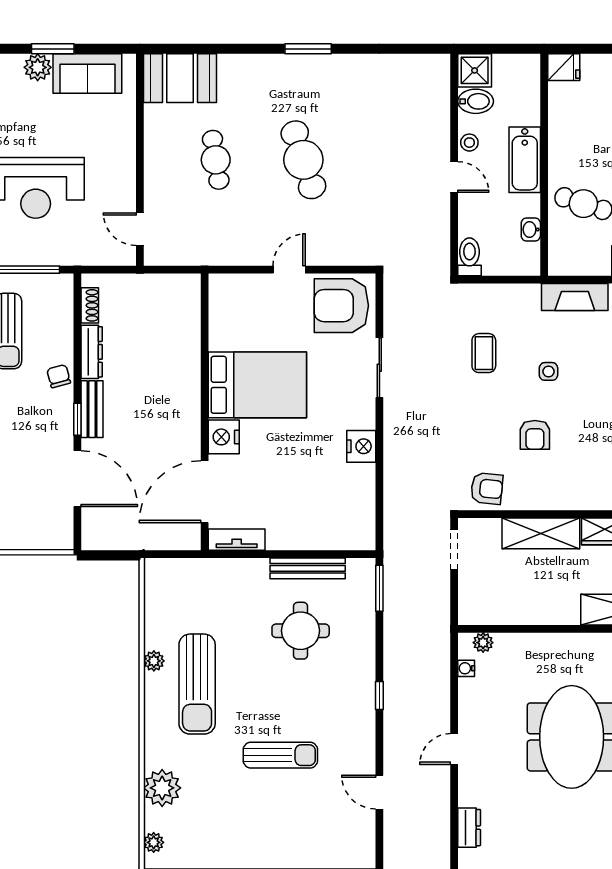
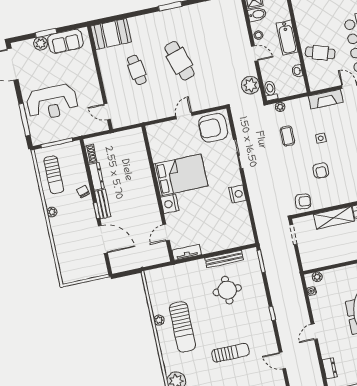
plant: (433, 238) -> (250, 85), added
plant: (482, 293) -> (280, 107), added
door: (205, 492) -> (166, 233), width x0.53

